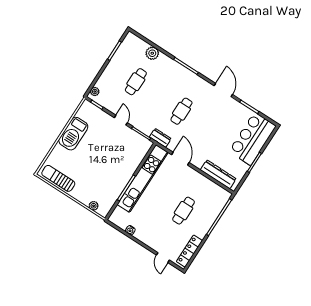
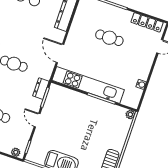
door: (121, 120) -> (37, 120), hinge flipped
dresser: (160, 138) -> (41, 89), moved
door: (180, 159) -> (60, 53), hinge flipped
plant: (94, 206) -> (130, 115), moved

